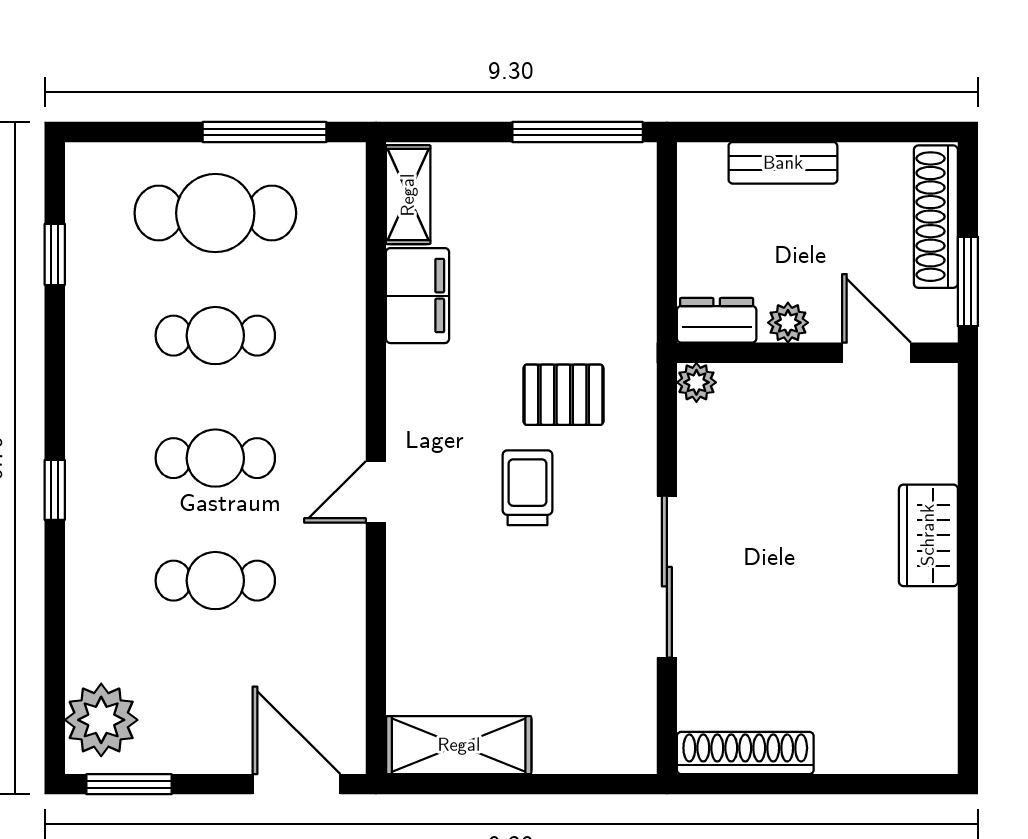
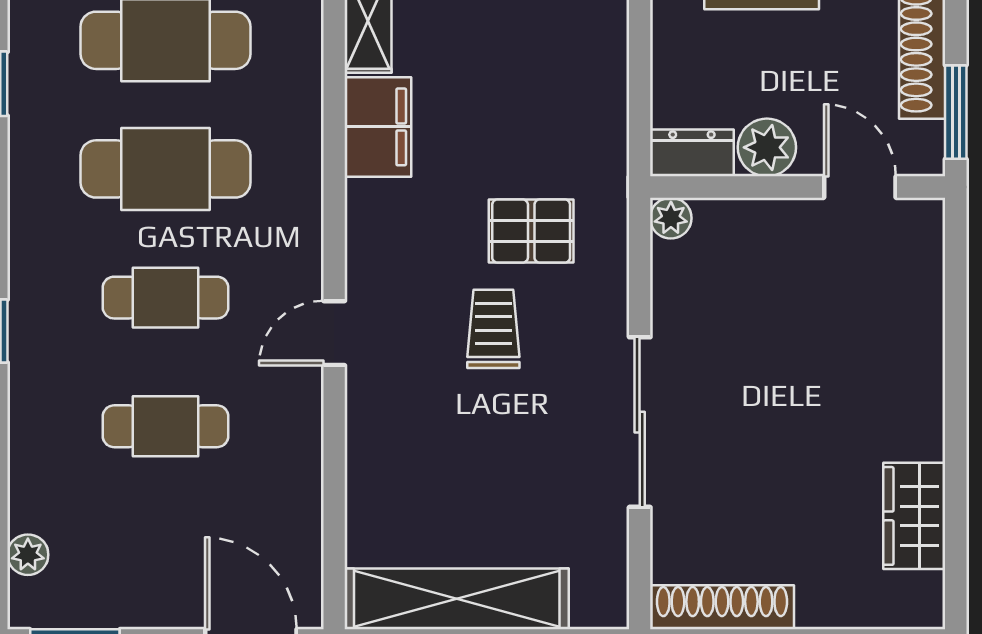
plant: (788, 323) -> (767, 147), width x1.38, depth x1.38
cafe table: (215, 336) -> (166, 169), width x1.37, depth x1.35
wardrobe: (928, 535) -> (914, 516), moved
plant: (101, 720) -> (28, 555), width x0.53, depth x0.53
shelving: (459, 745) -> (457, 599), width x1.47

